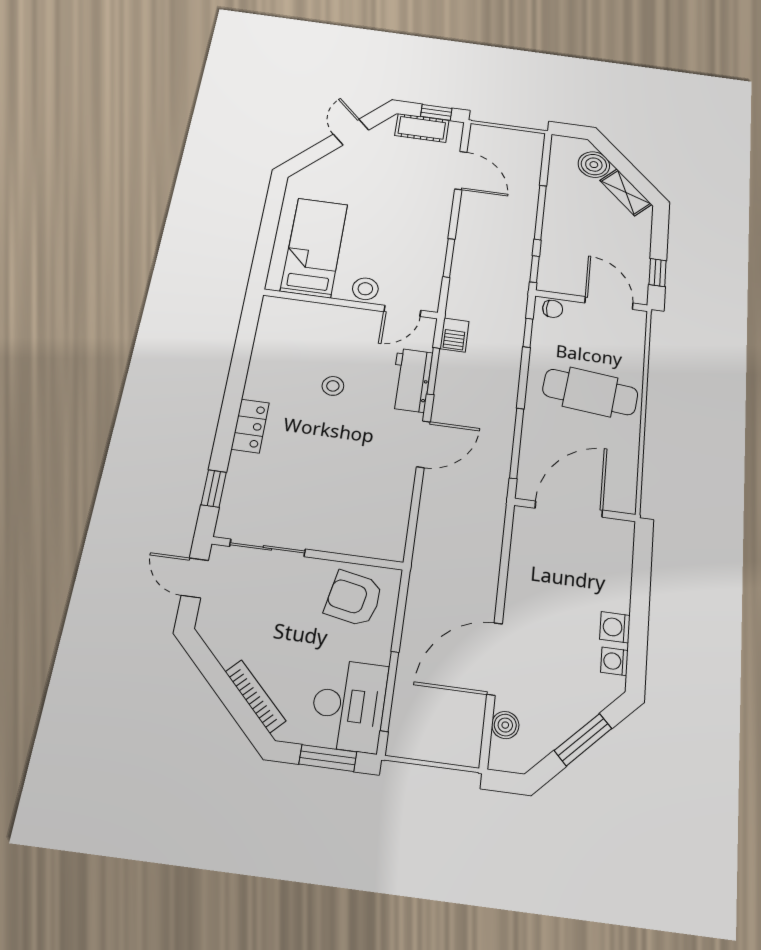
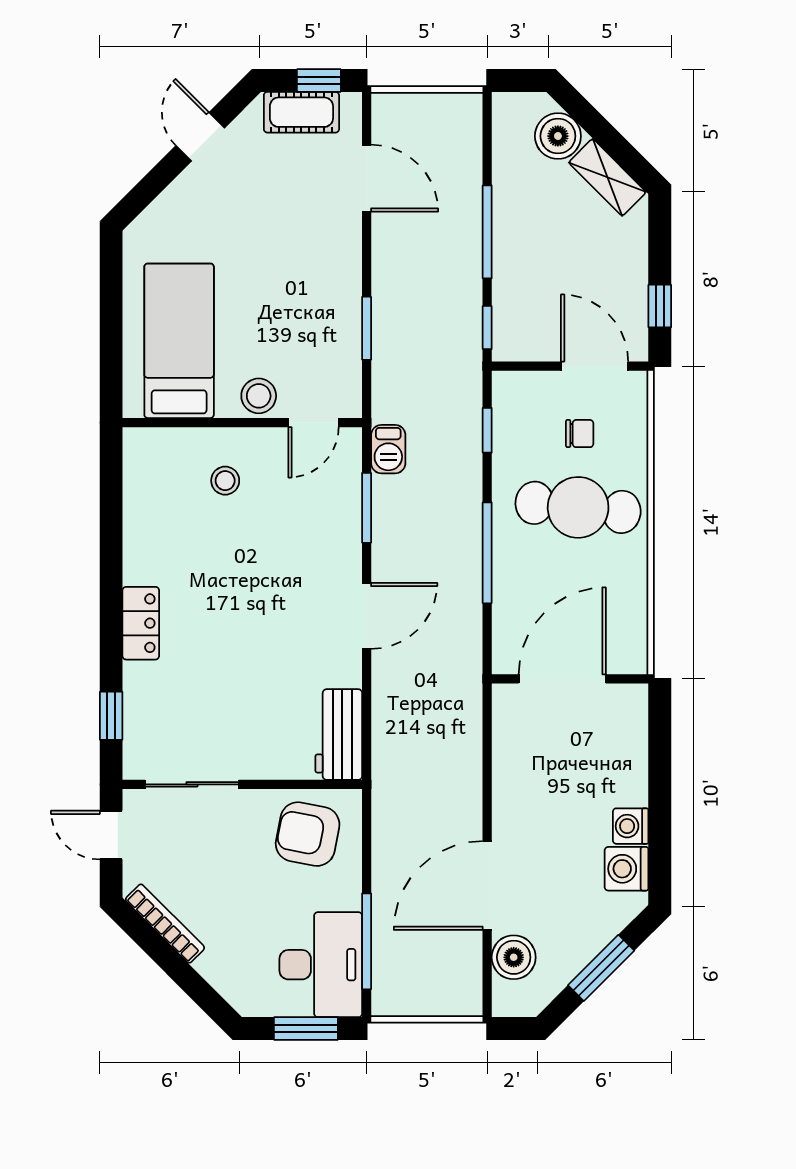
chair: (553, 309) -> (580, 434), moved
workbench: (411, 380) -> (339, 735), moved
stool: (333, 386) -> (225, 481), moved
window: (517, 443) -> (487, 553), moved
washing machine: (614, 661) -> (627, 869), width x1.38, depth x1.38
bookcase: (255, 696) -> (165, 924), moved
boiler: (505, 725) -> (514, 957), width x1.36, depth x1.36

